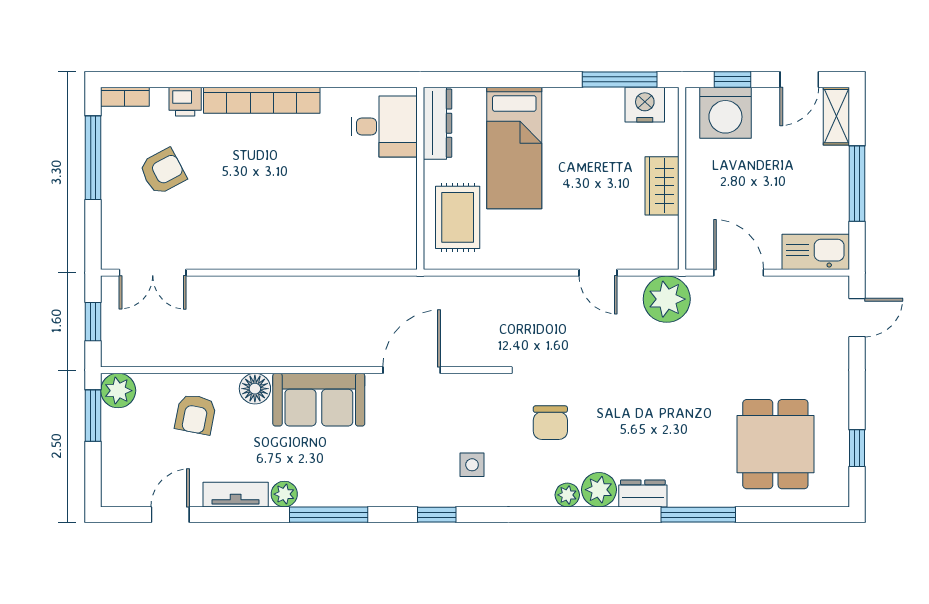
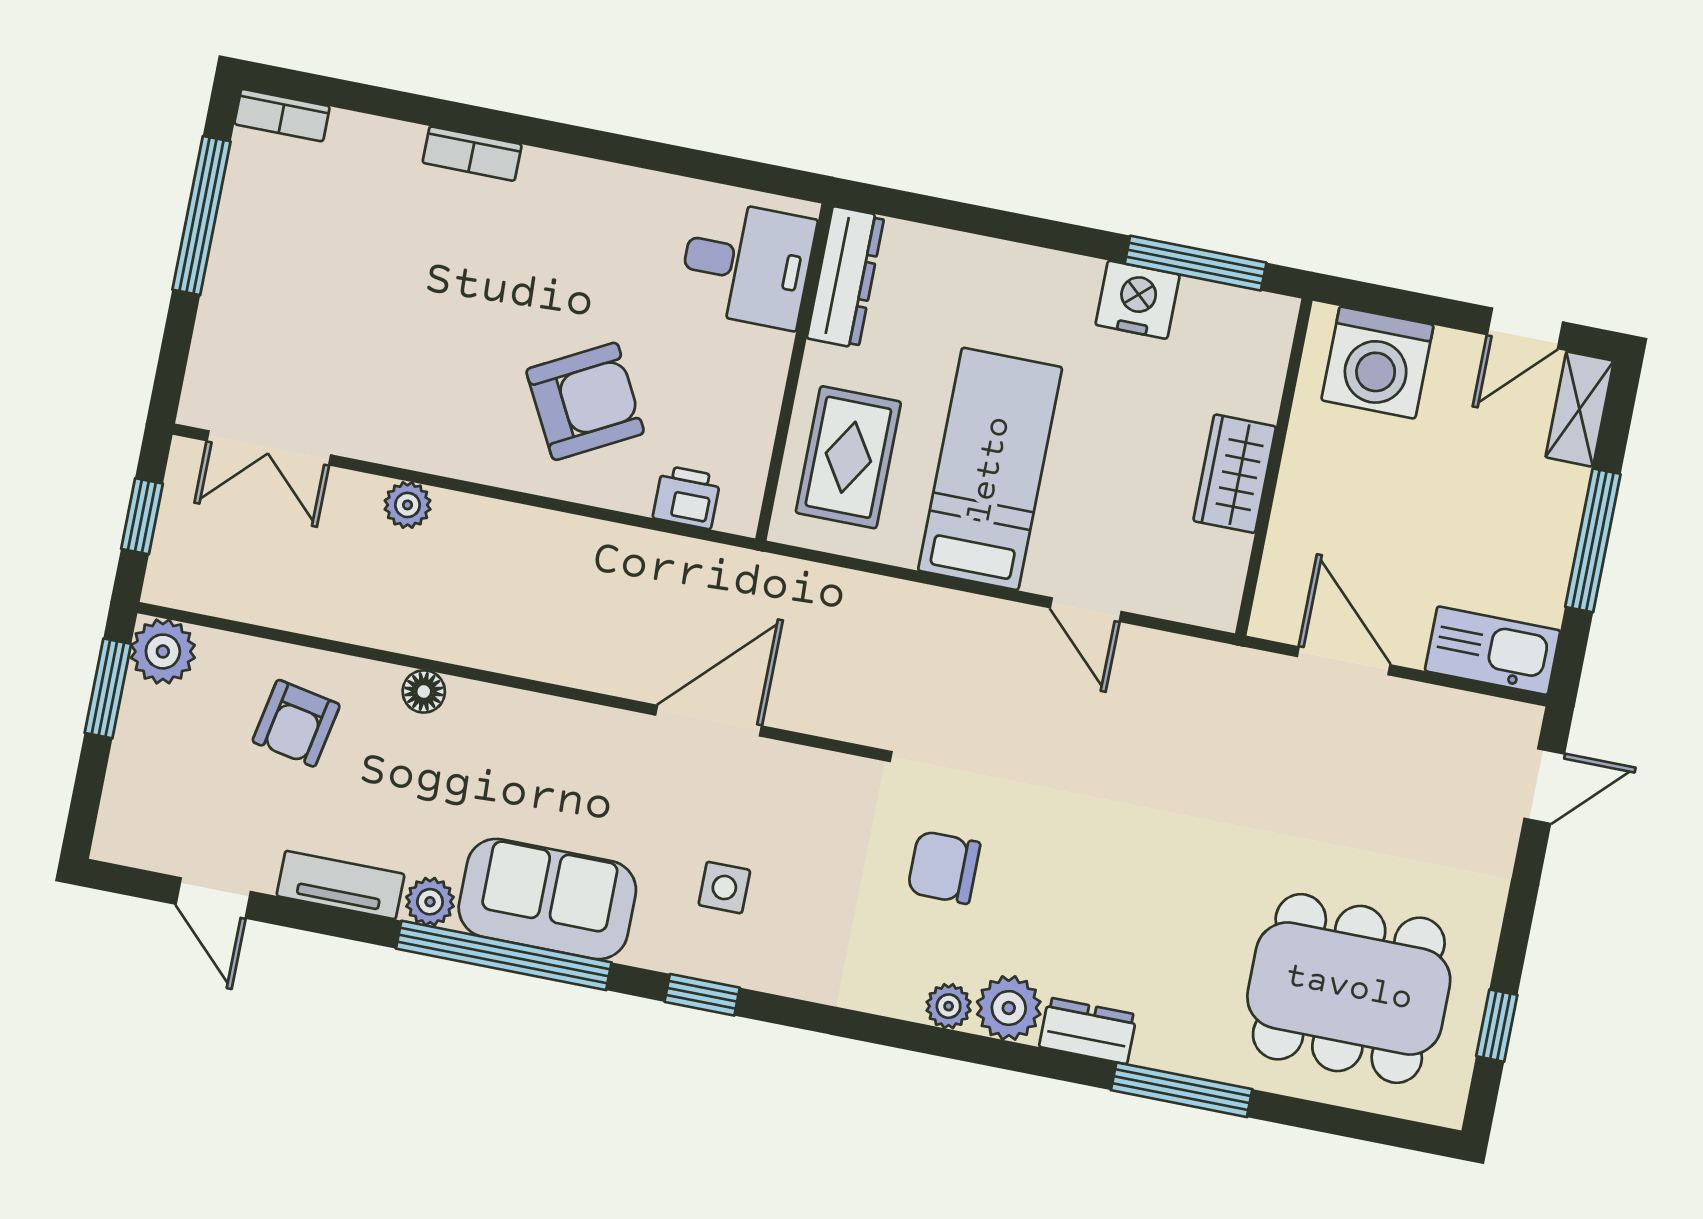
window: (733, 79) -> (1403, 304), removed
bookcase: (262, 100) -> (472, 154), width x0.43, depth x0.76
printer: (185, 102) -> (687, 497), moved, turned 180
nightstand: (645, 105) -> (1138, 300), moved
bed: (514, 148) -> (990, 469), moved, turned 180
armchair: (163, 172) -> (585, 401), moved, width x1.38, depth x1.38
plant: (667, 299) -> (408, 505), moved, width x0.53, depth x0.53
floor lamp: (255, 389) -> (424, 691), width x0.73, depth x0.73
sofa: (319, 400) -> (547, 899), moved, turned 180
chair: (550, 423) -> (944, 867), turned 90
dining table: (775, 444) -> (1349, 988), width x1.38
side table: (472, 465) -> (724, 888), moved
door: (170, 515) -> (213, 898), swing flipped
window: (329, 515) -> (504, 955), width x1.46

